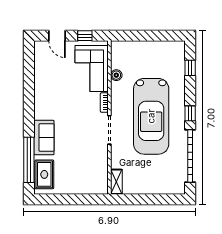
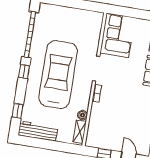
workbench: (164, 49) -> (38, 131), added
corner sofa: (92, 68) -> (117, 35), moved
shelving: (116, 182) -> (80, 132), moved

